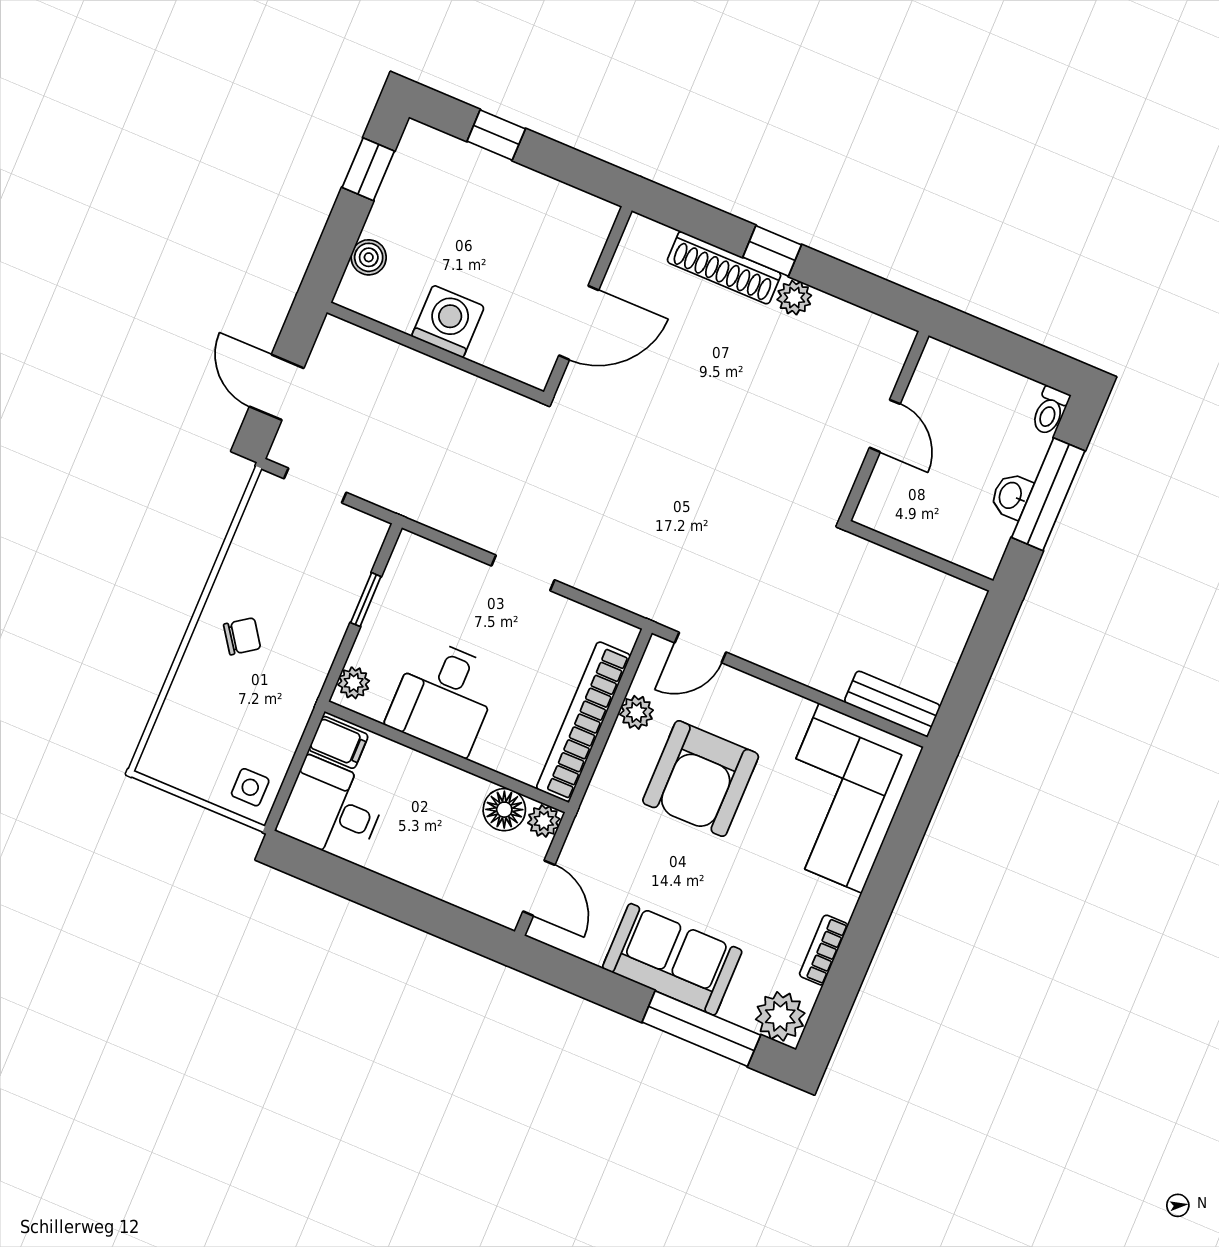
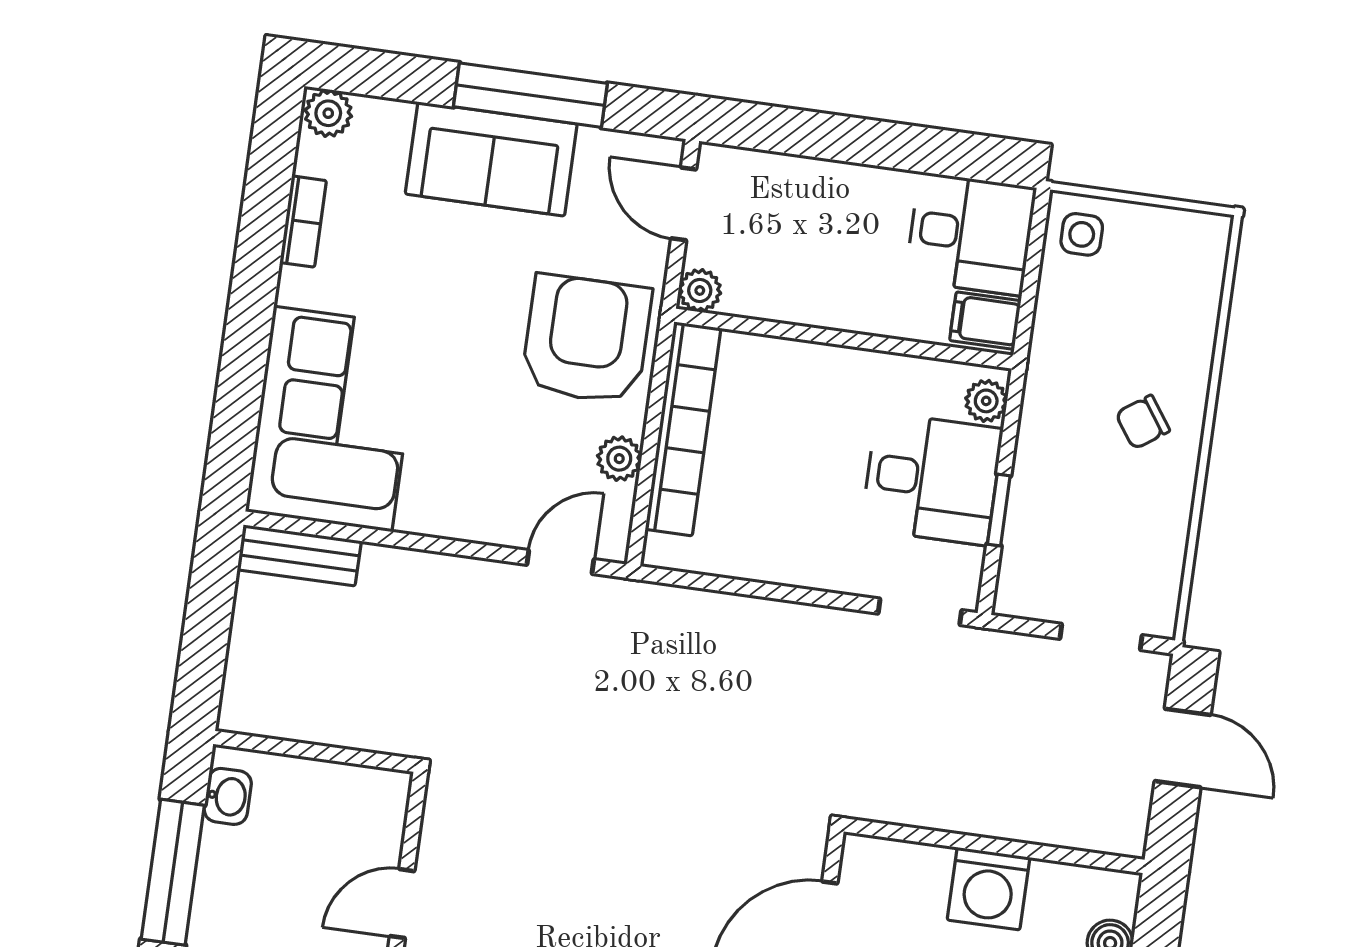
door: (885, 426) -> (402, 904), hinge flipped
washbasin: (1011, 496) -> (228, 796), moved
doorway: (523, 573) -> (920, 612), moved
desk: (444, 697) -> (932, 479), moved, turned 90
armchair: (701, 779) -> (586, 339), moved
floor lamp: (504, 810) -> (753, 292), removed
plant: (780, 1016) -> (328, 113), width x0.73, depth x0.73
window: (701, 1029) -> (530, 95), moved

